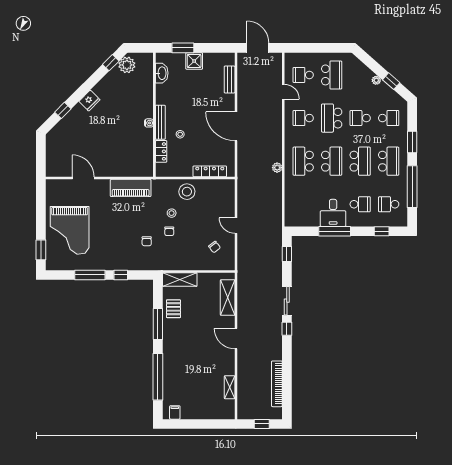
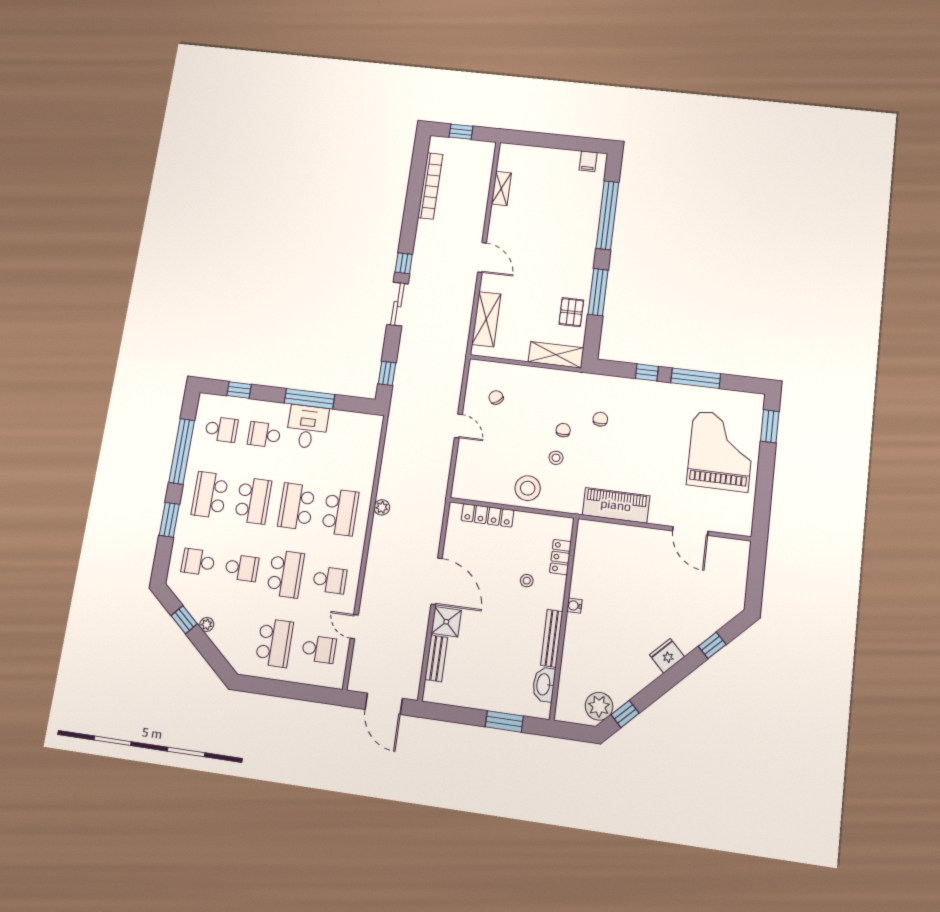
shower: (194, 61) -> (446, 622), moved
school desk: (332, 75) -> (274, 643), turned 180
bench: (160, 122) -> (552, 638), moved
school desk: (360, 161) -> (253, 501), turned 180

